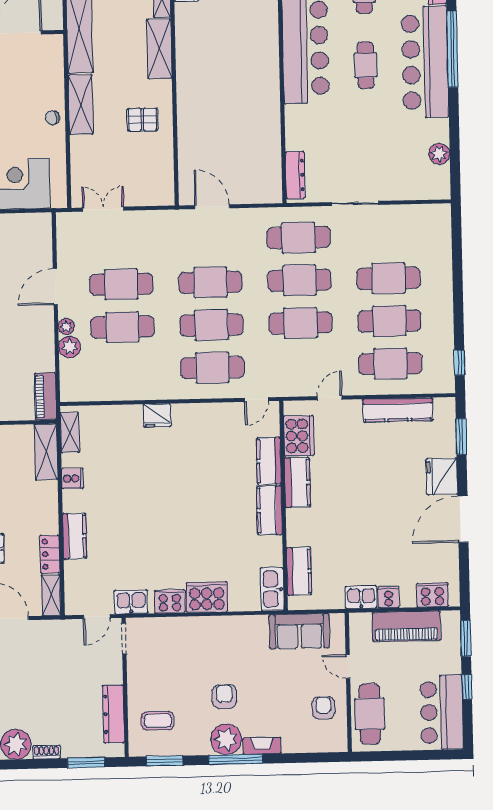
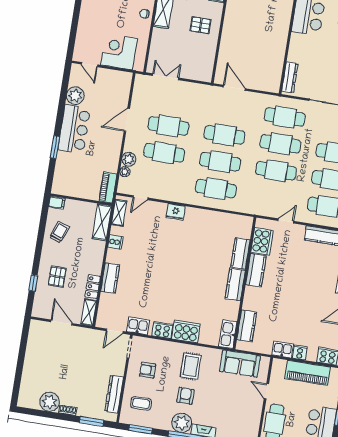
plant: (66, 327) -> (125, 172), moved
door: (257, 400) -> (141, 198), moved
rug: (224, 649) -> (191, 366), added
armchair: (323, 708) -> (148, 370), moved, turned -90

